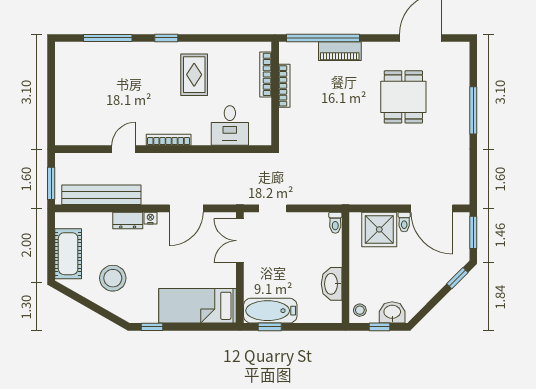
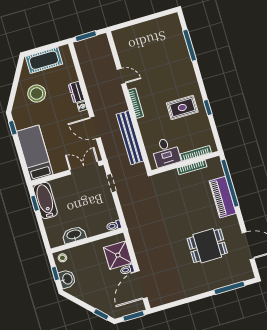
window: (166, 38) -> (208, 107), moved
piano: (340, 51) -> (223, 197), width x1.37, depth x1.33
window: (473, 110) -> (229, 288), moved
desk: (230, 125) -> (166, 152), moved, turned -90
bench: (101, 195) -> (130, 138), moved

